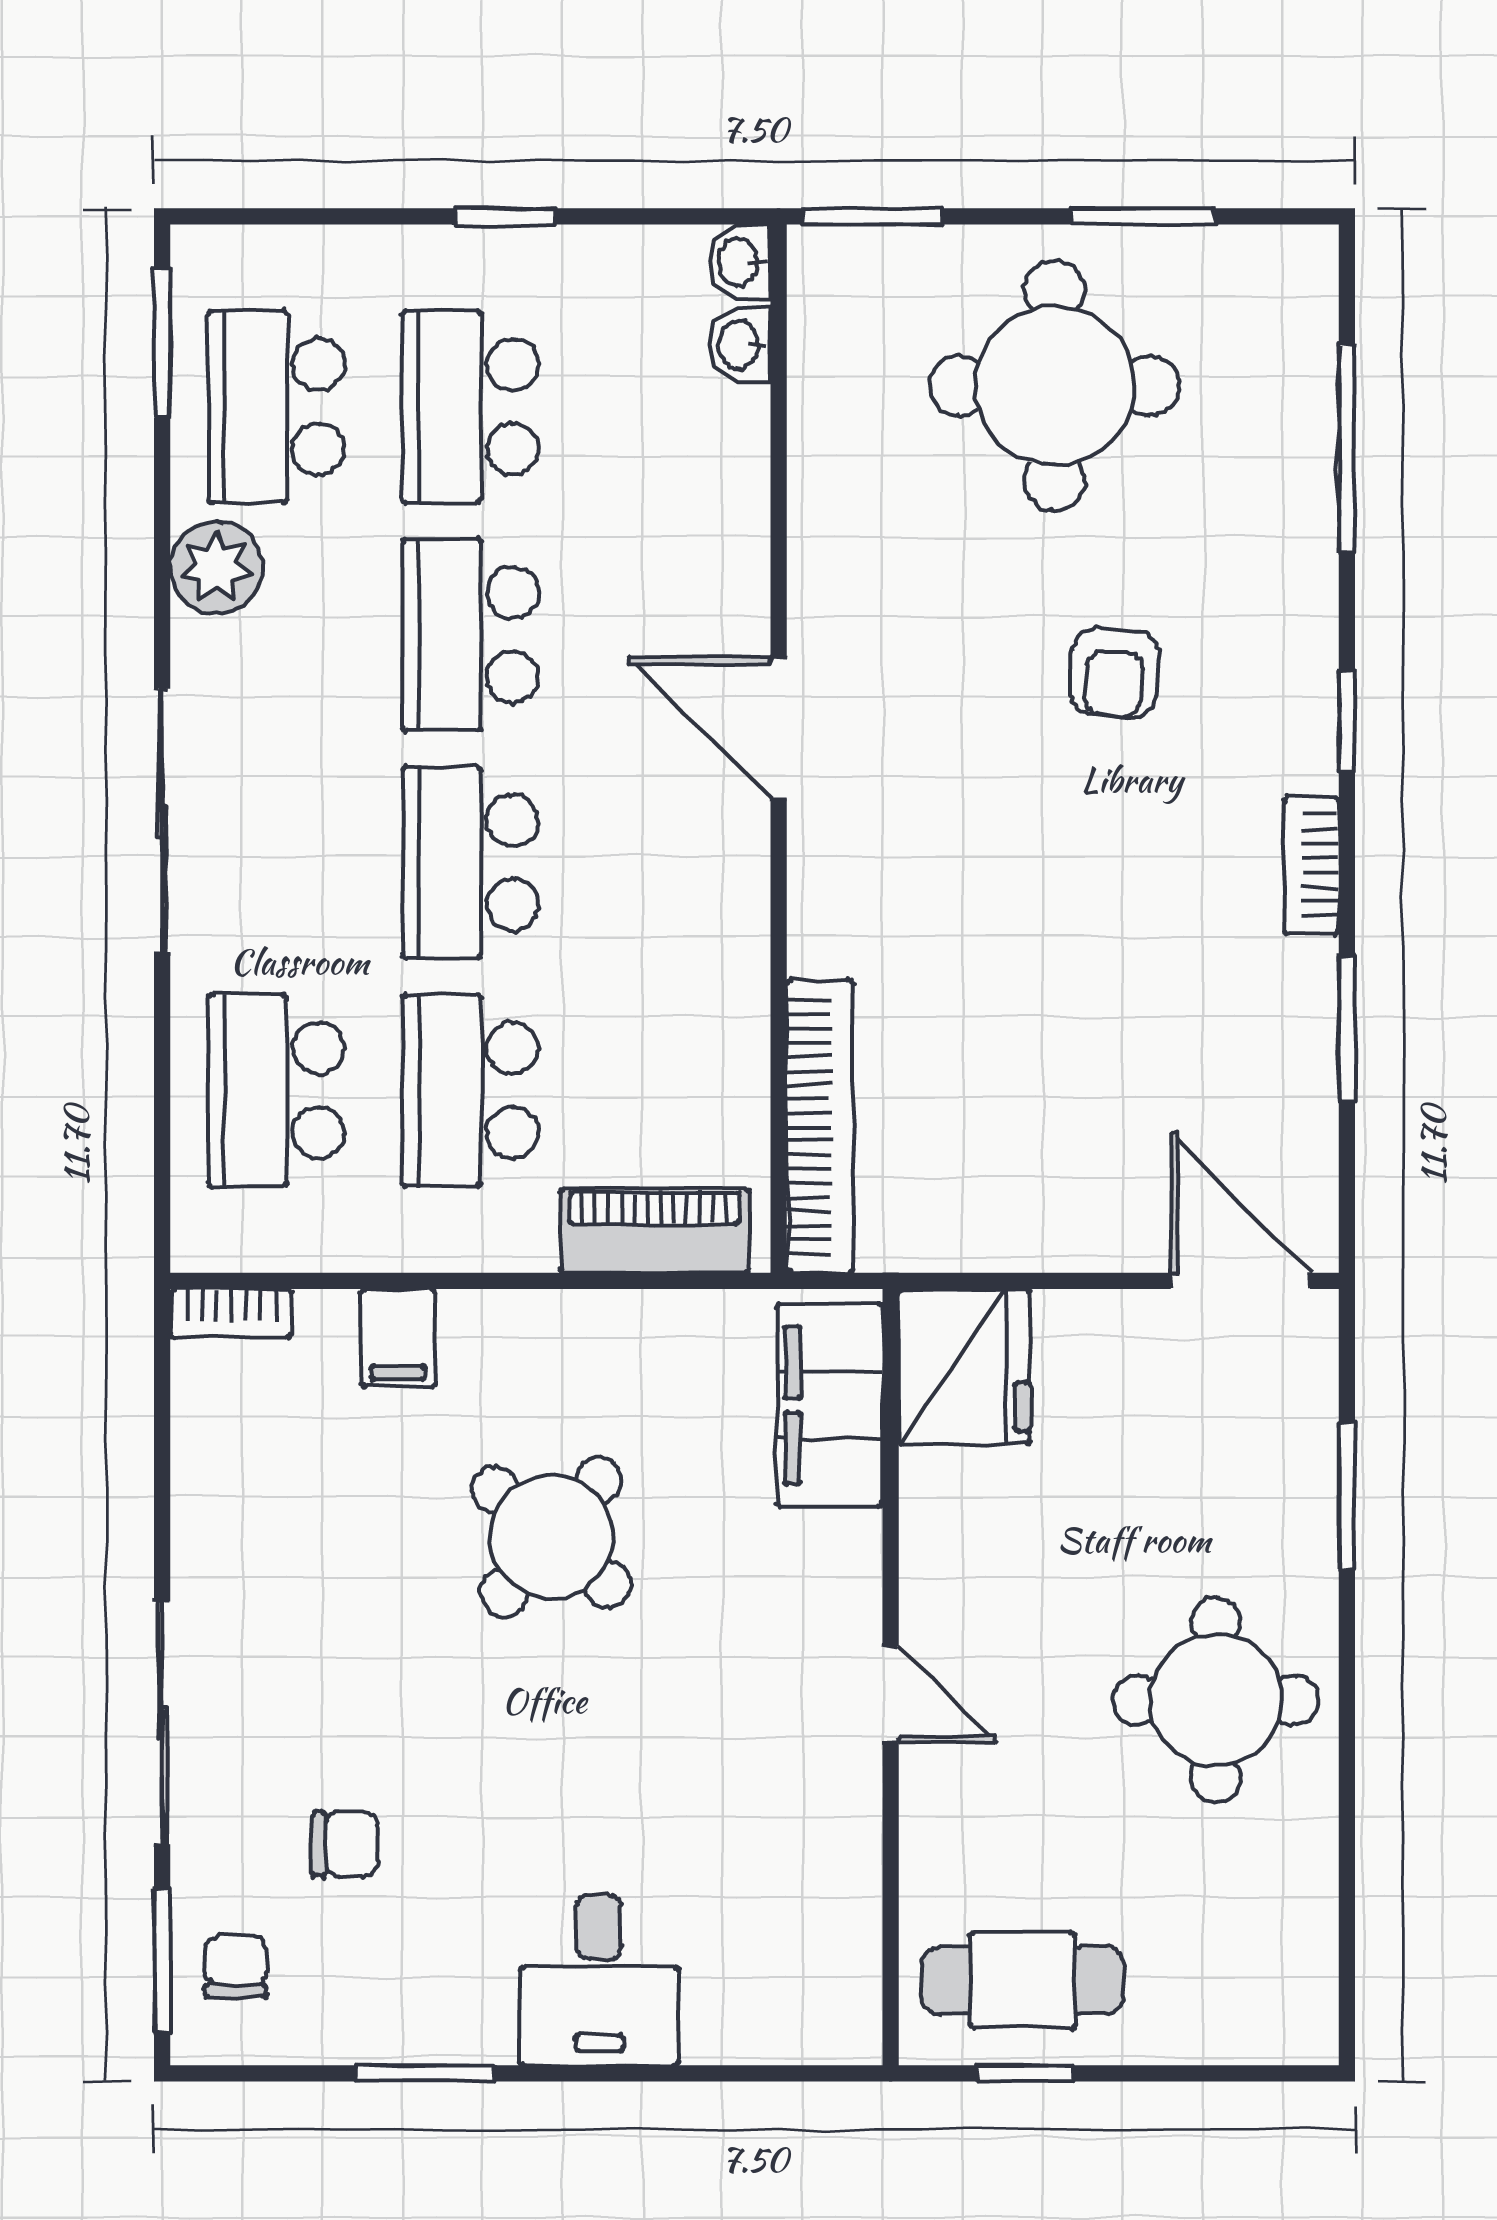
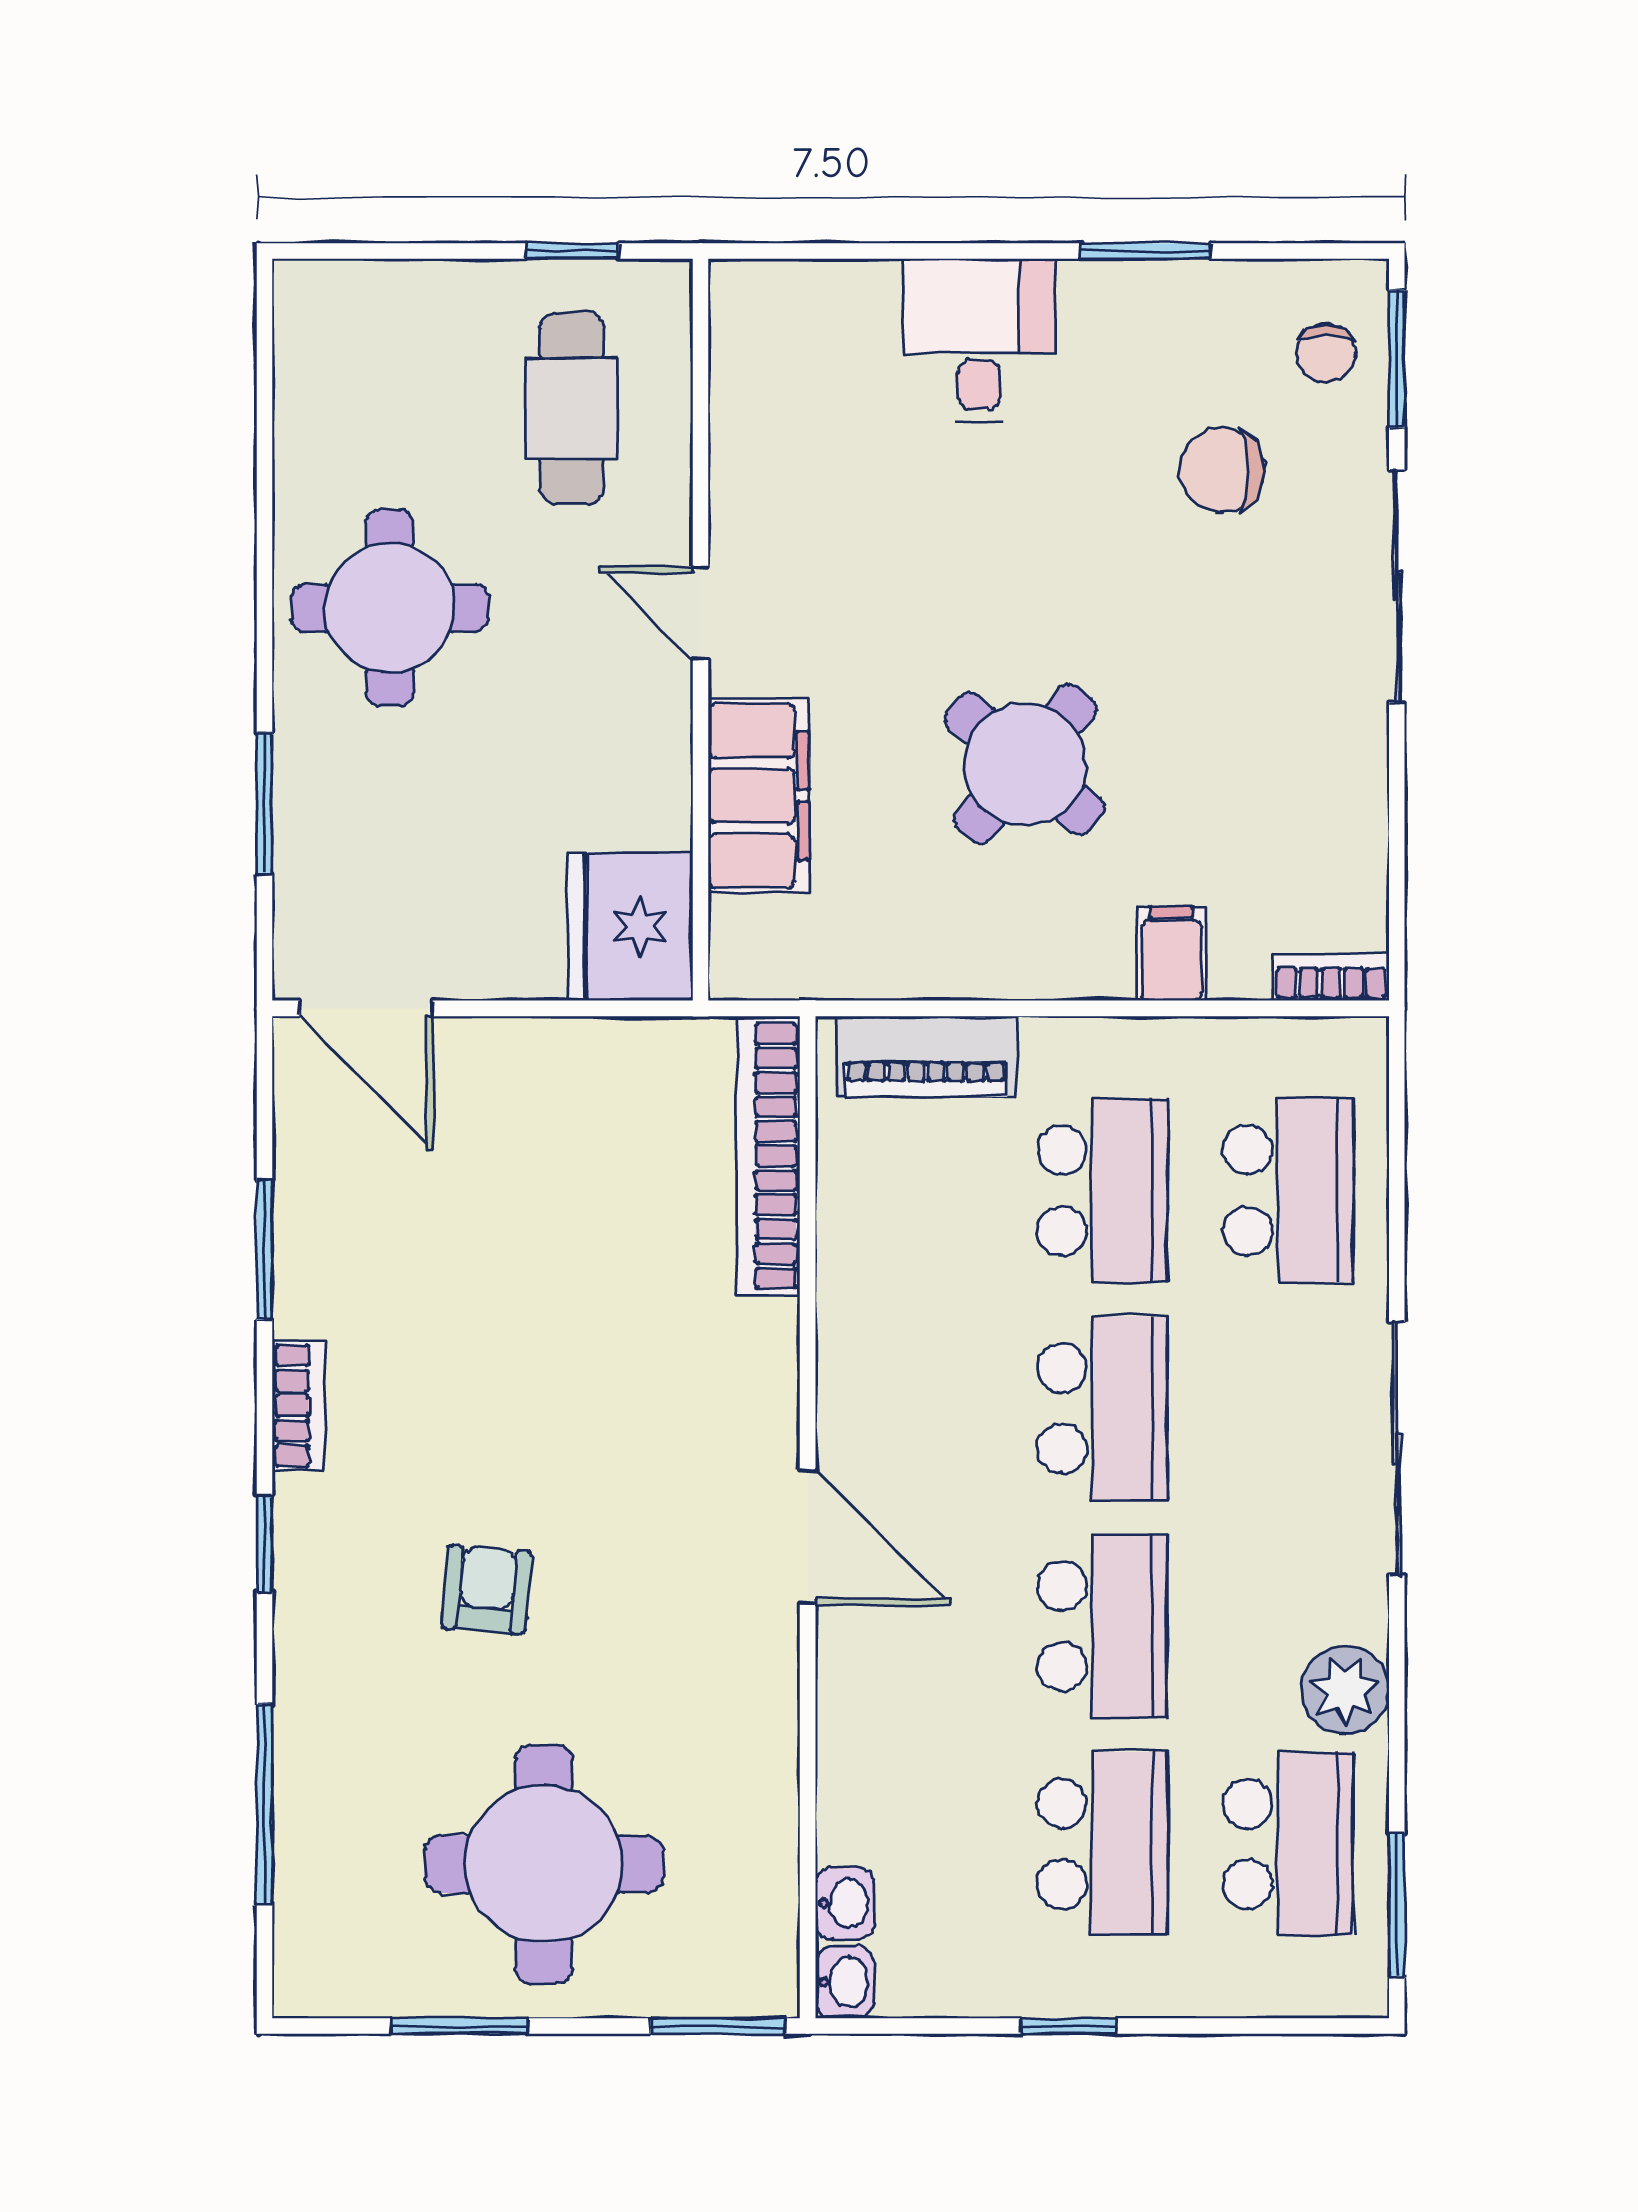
filing cabinet: (830, 1405) -> (759, 796), moved
chair: (345, 1844) -> (1222, 470), width x1.37, depth x1.37
cafe table: (1022, 1980) -> (572, 408), moved, turned 90

